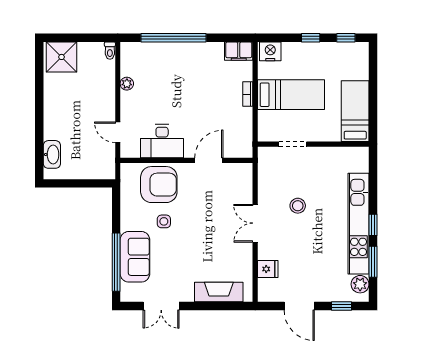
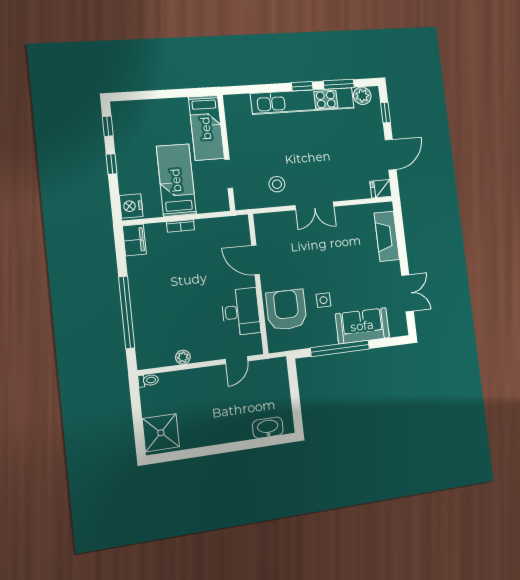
bed: (355, 111) -> (206, 128), moved, turned -90
stool: (298, 206) -> (277, 184), moved
window: (116, 262) -> (340, 348), moved
fridge: (268, 269) -> (381, 189), moved, turned -90

